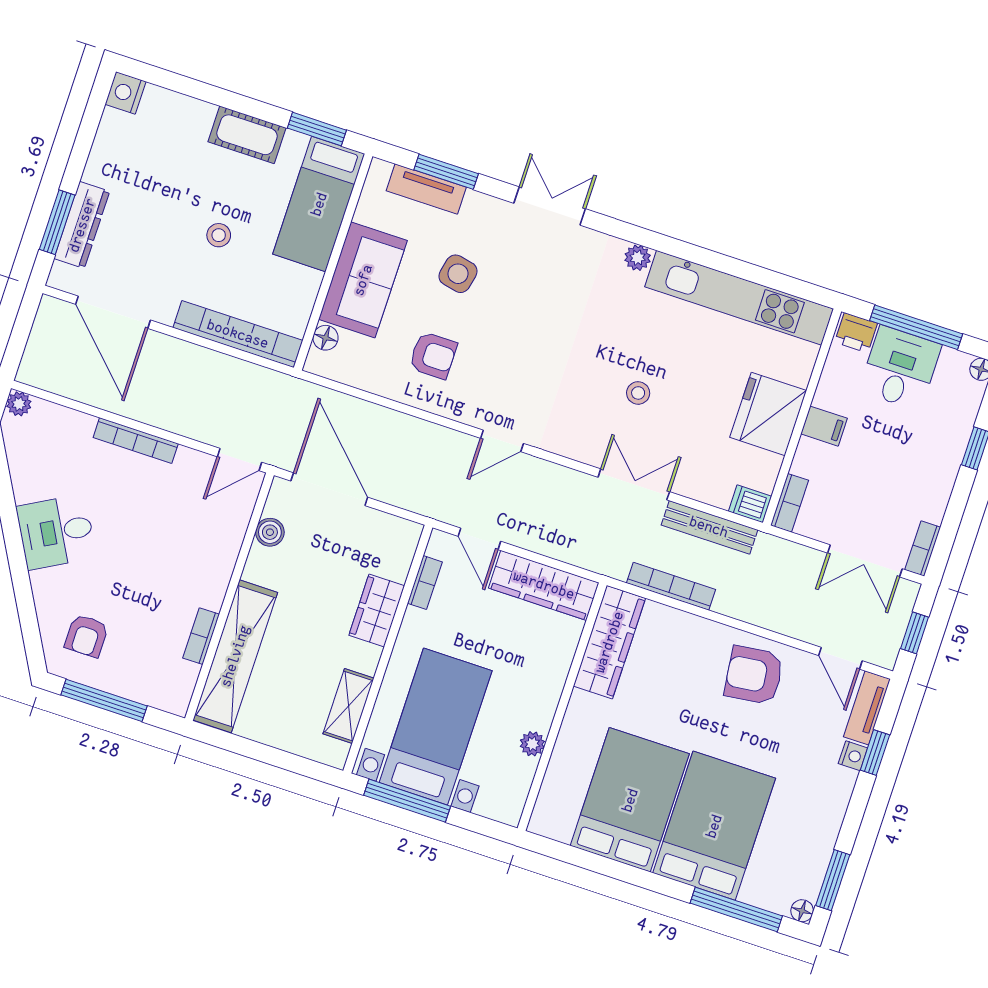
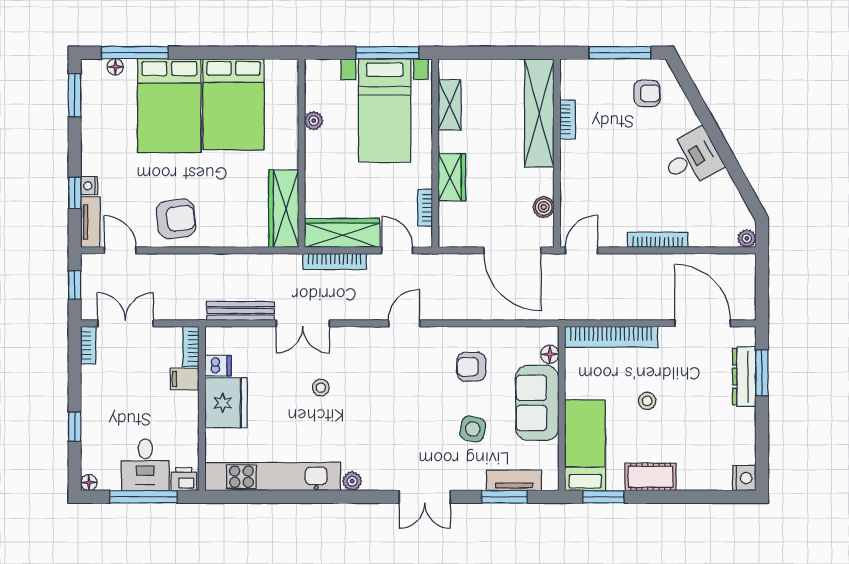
filing cabinet: (824, 426) -> (185, 379), moved
dishwasher: (750, 504) -> (218, 366), moved
bookcase: (671, 586) -> (335, 261), moved
armchair: (86, 636) -> (647, 93), turned 90
floor lamp: (802, 911) -> (115, 67), moved

